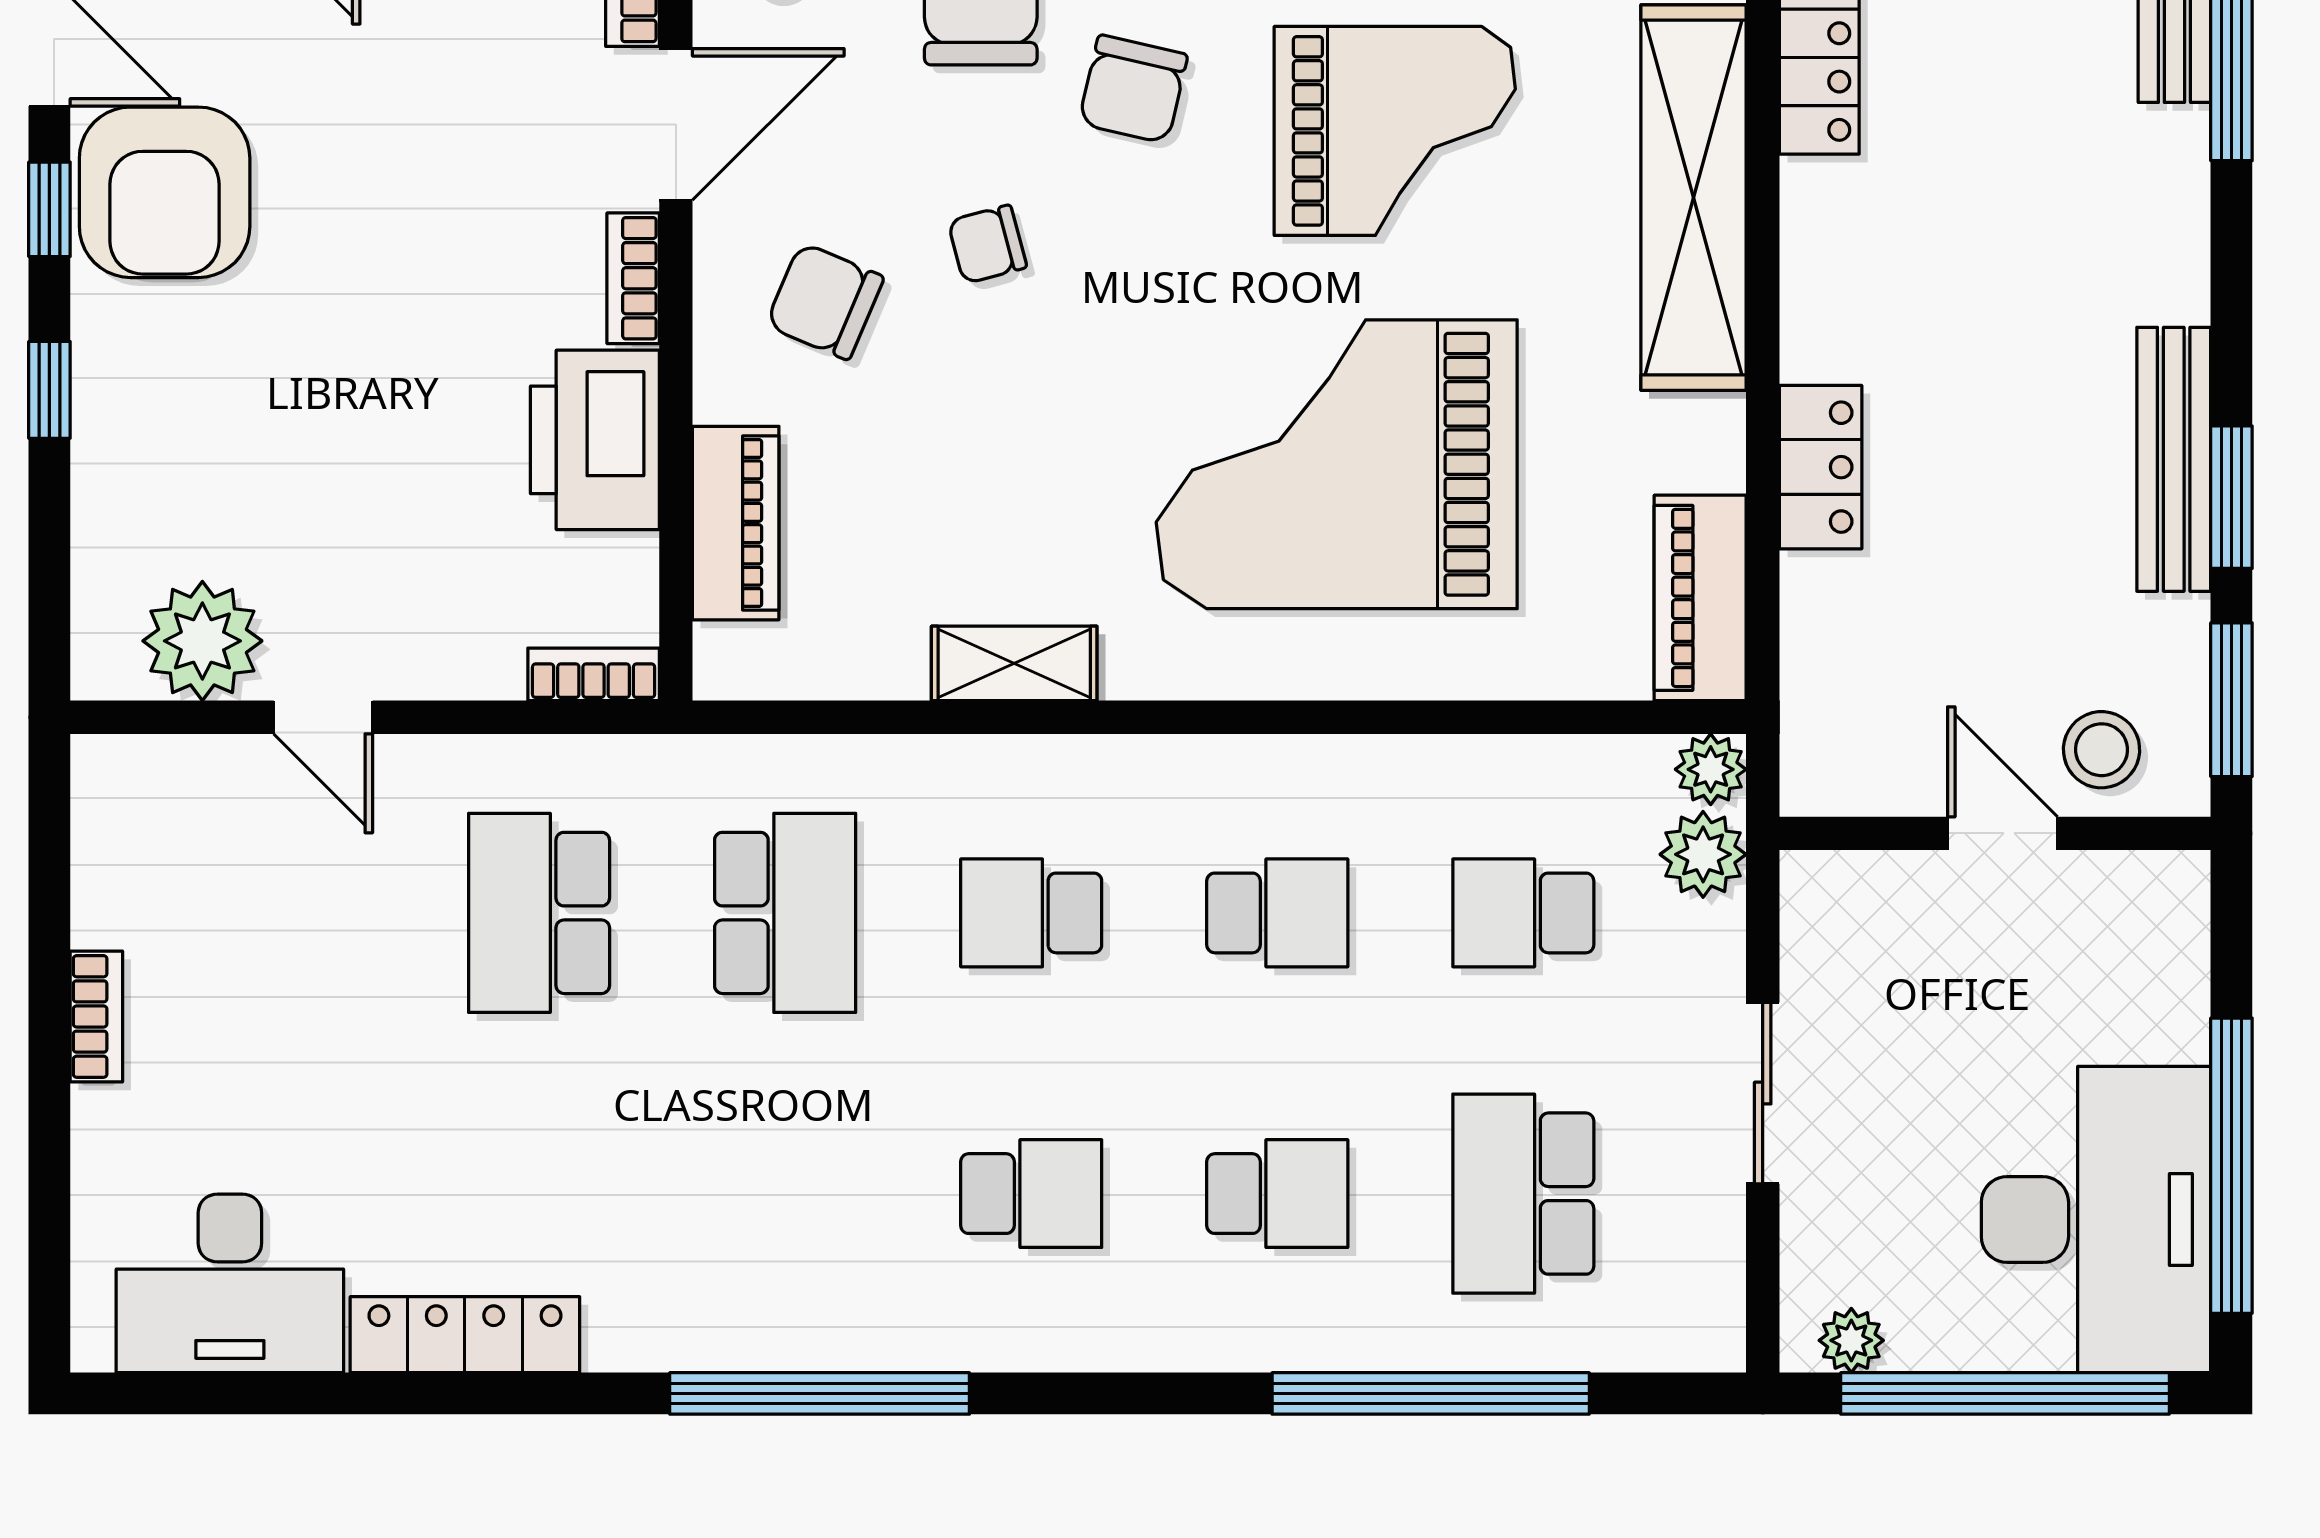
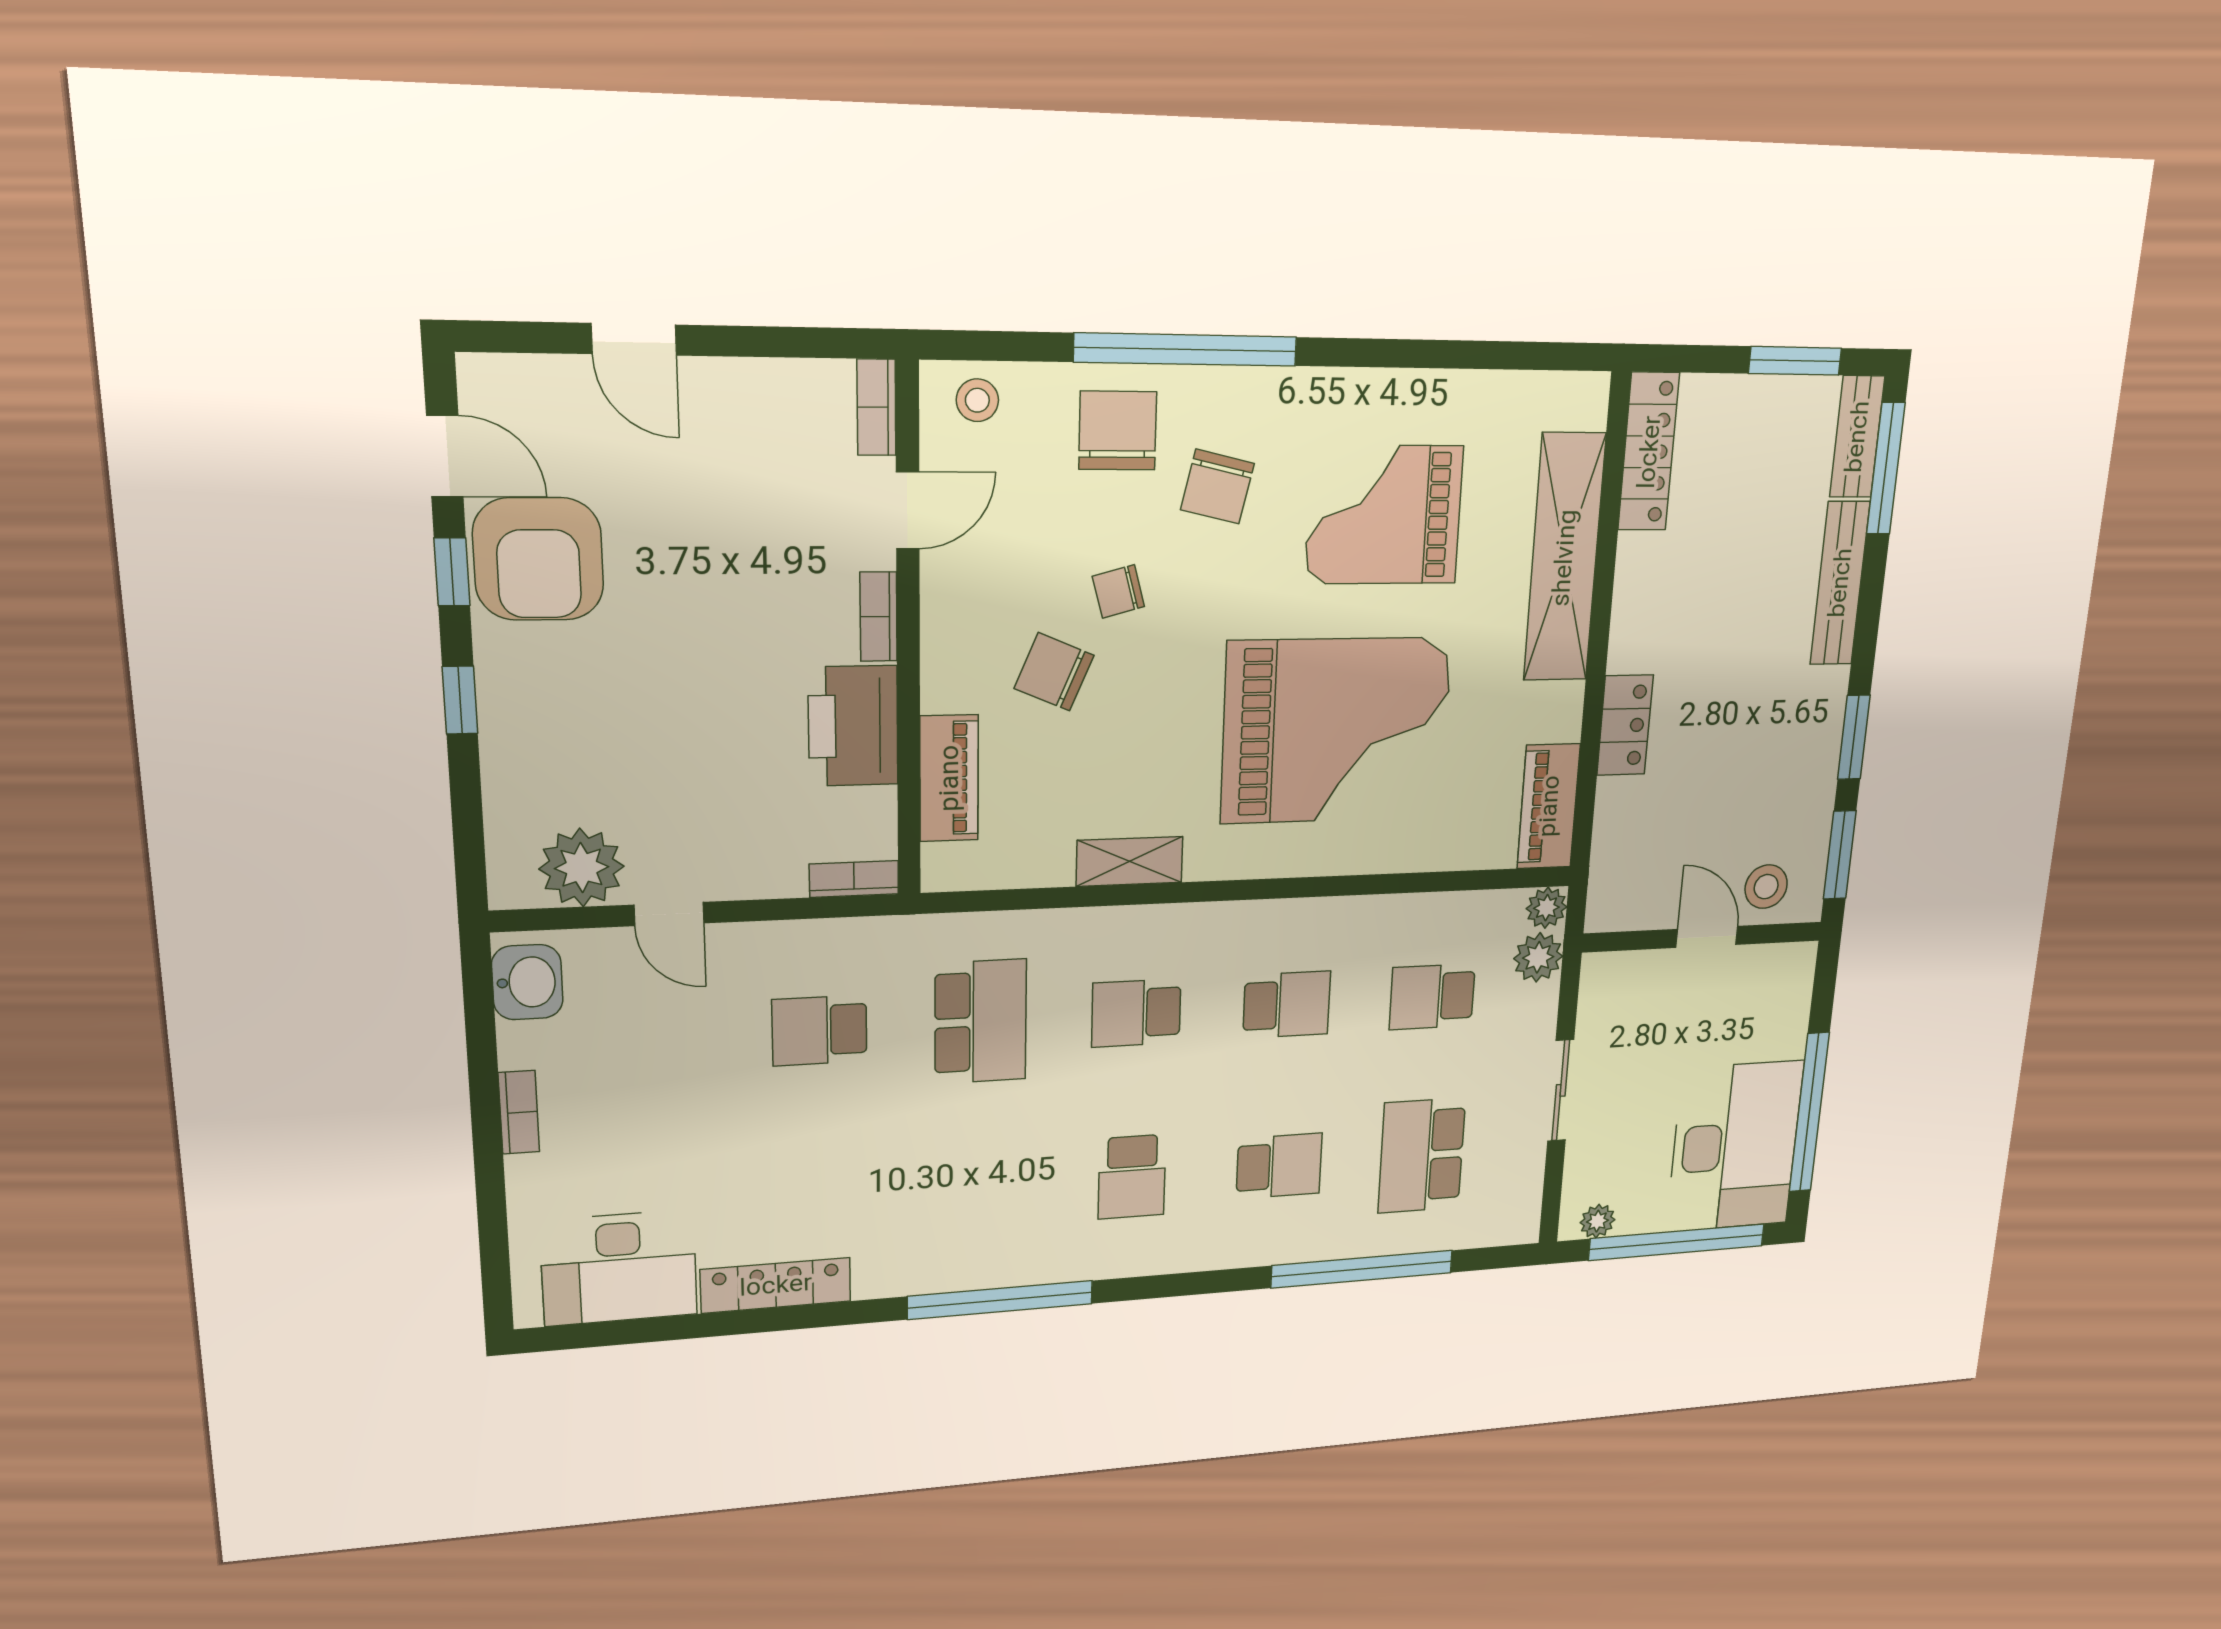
door: (676, 124) -> (908, 510), width x0.73
grand piano: (1395, 131) -> (1384, 515), turned 180
chair: (825, 301) -> (1054, 672), moved
bench: (2174, 459) -> (1840, 583), moved
grand piano: (1337, 464) -> (1336, 730), turned 180
washbasin: (119, 813) -> (527, 982), added
school desk: (539, 913) -> (820, 1030), width x0.54
school desk: (1031, 1194) -> (1132, 1177), turned 90

